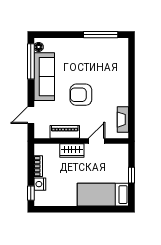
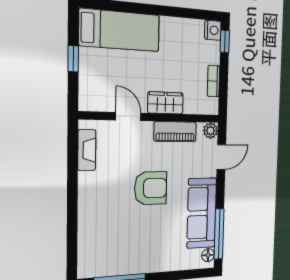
plant: (39, 133) -> (211, 131), added
door: (97, 141) -> (128, 117), swing flipped
nightstand: (40, 184) -> (213, 30), moved

